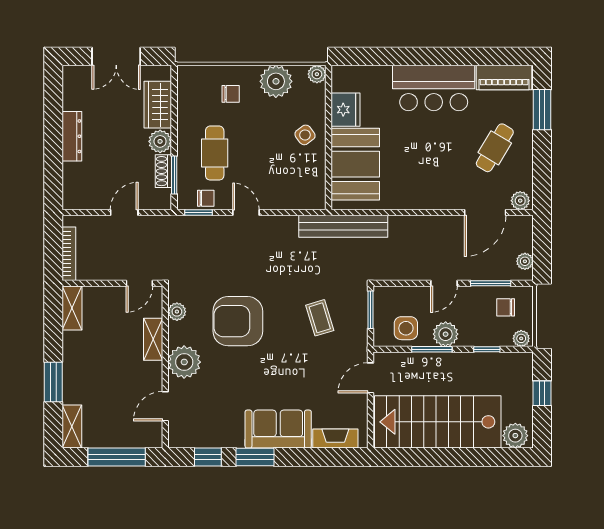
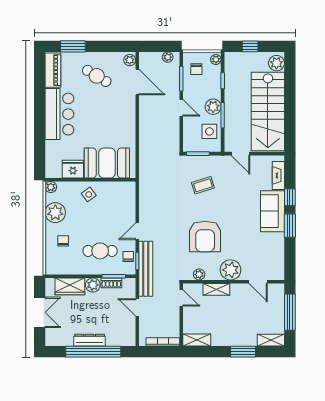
window: (53, 142) -> (93, 352), added
bench: (343, 226) -> (146, 269), moved
window: (208, 457) -> (290, 197), moved

